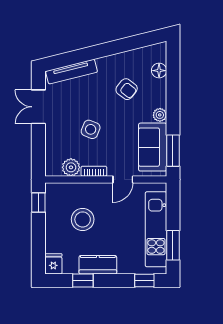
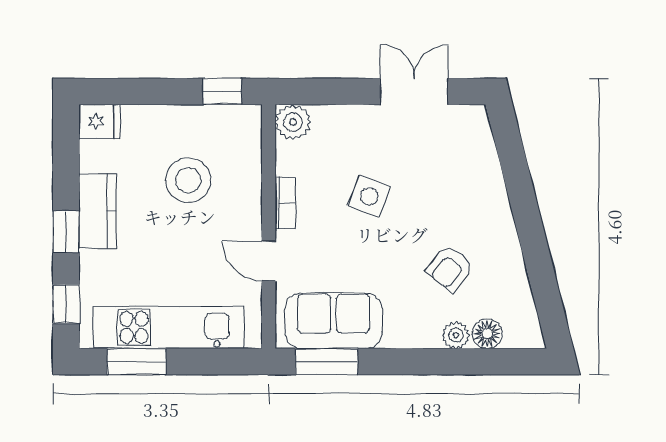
tv unit: (72, 72) -> (485, 158), removed
plant: (160, 115) -> (456, 335), moved
plant: (71, 167) -> (293, 122), moved
window: (83, 280) -> (66, 232), moved

